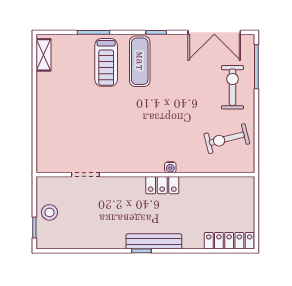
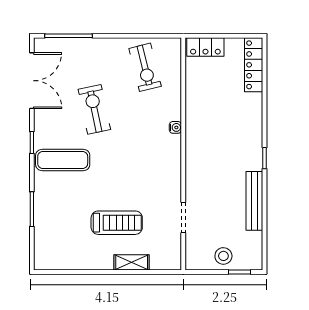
shelving: (43, 55) -> (132, 262), moved
treadmill: (106, 62) -> (117, 223), moved
exercise bike: (232, 87) -> (94, 109), moved, turned 78
locker: (162, 185) -> (205, 47), moved, turned 90
bench: (154, 241) -> (254, 201), moved

